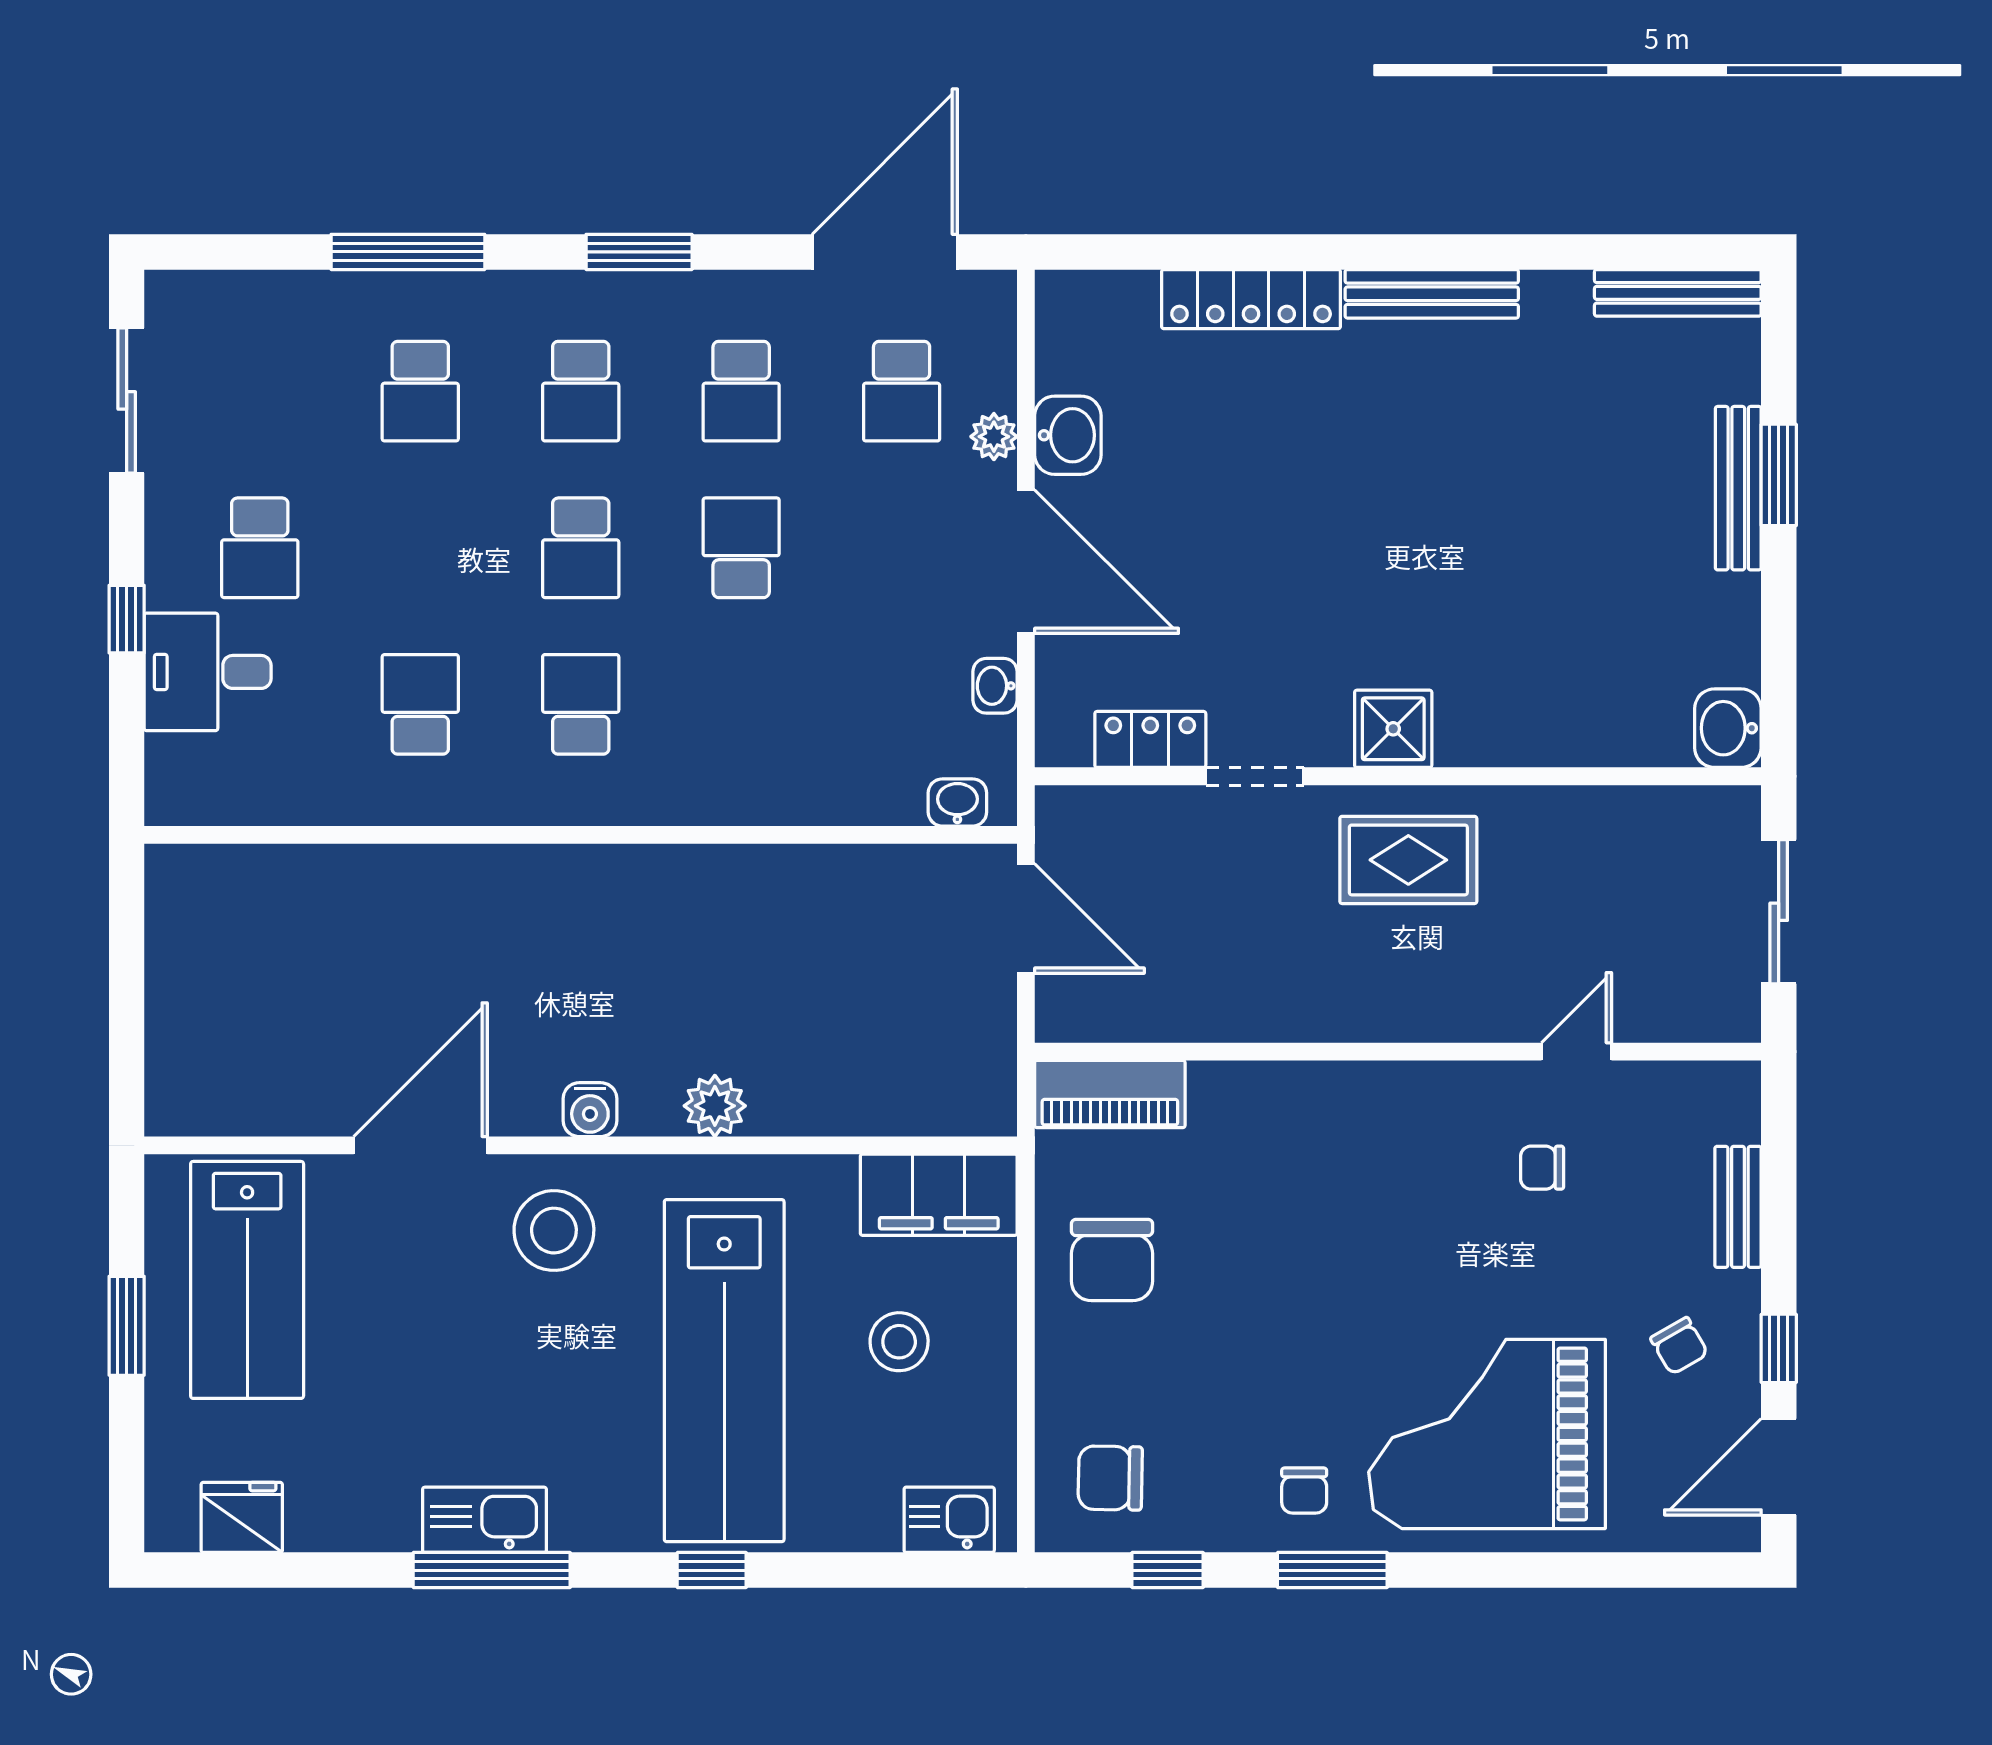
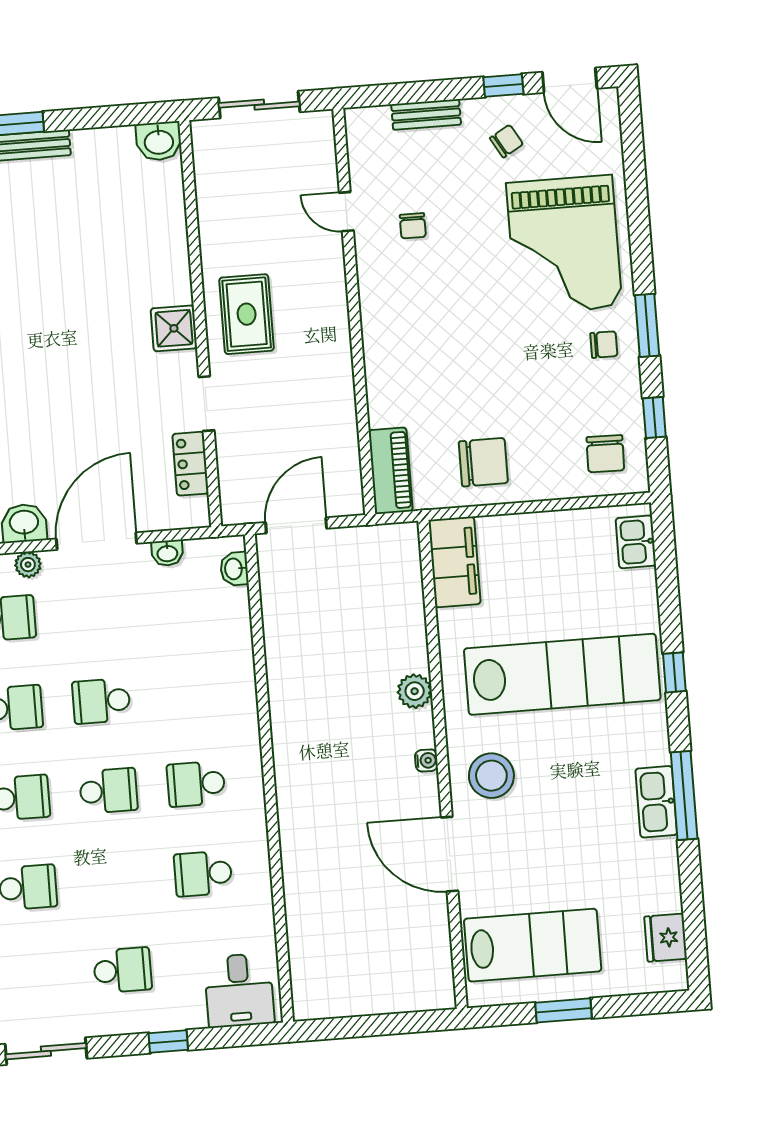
desk: (208, 672) -> (239, 990), moved
water cooler: (590, 1110) -> (426, 760), width x0.72, depth x0.72
stool: (899, 1342) -> (538, 578), removed

